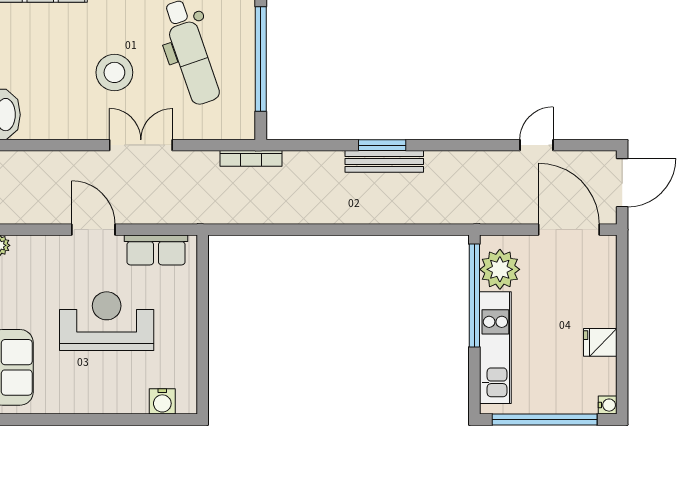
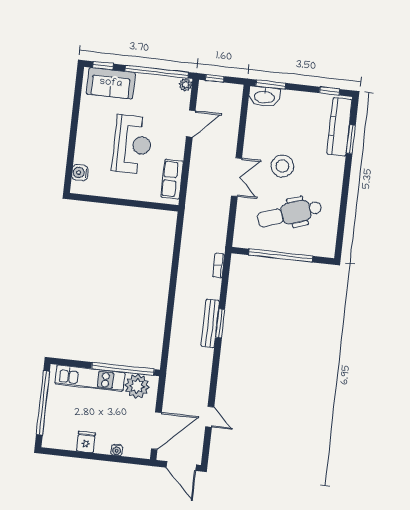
bookcase: (251, 158) -> (219, 266), moved, width x0.64
door: (93, 230) -> (191, 124), moved
water cooler: (608, 405) -> (117, 450), moved

